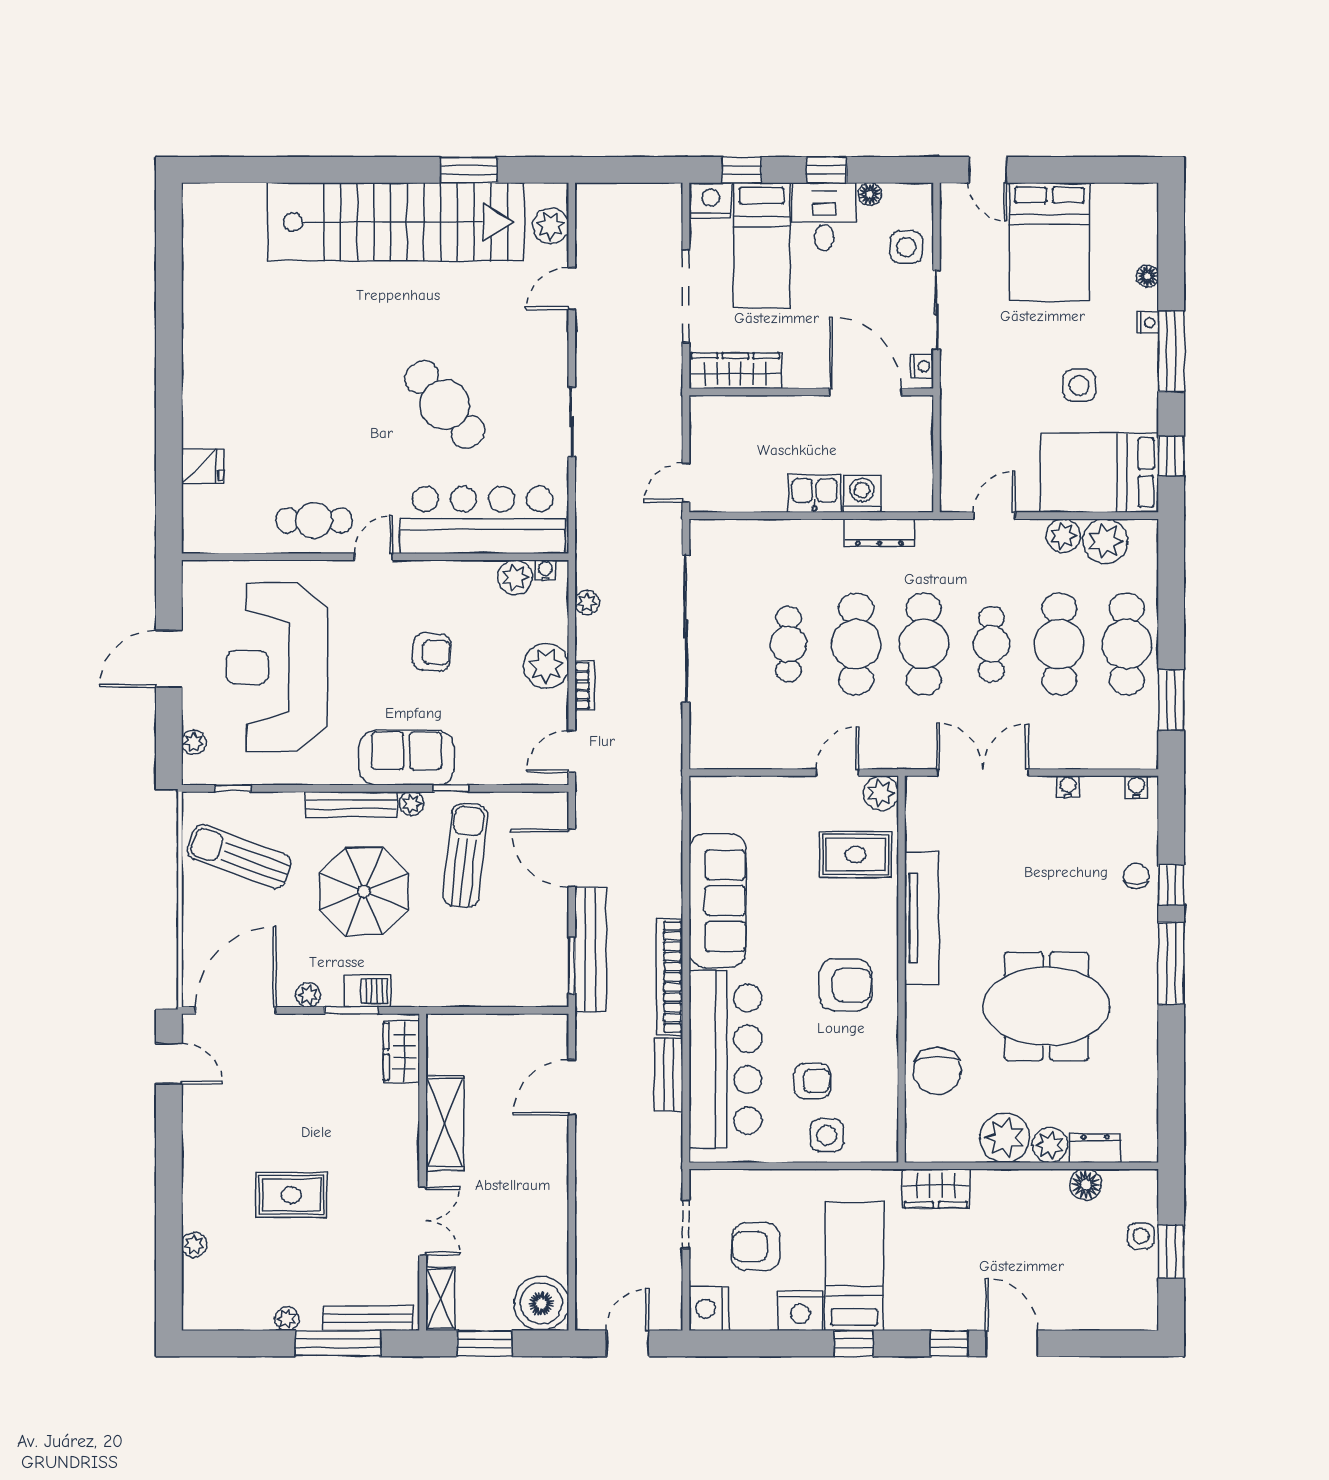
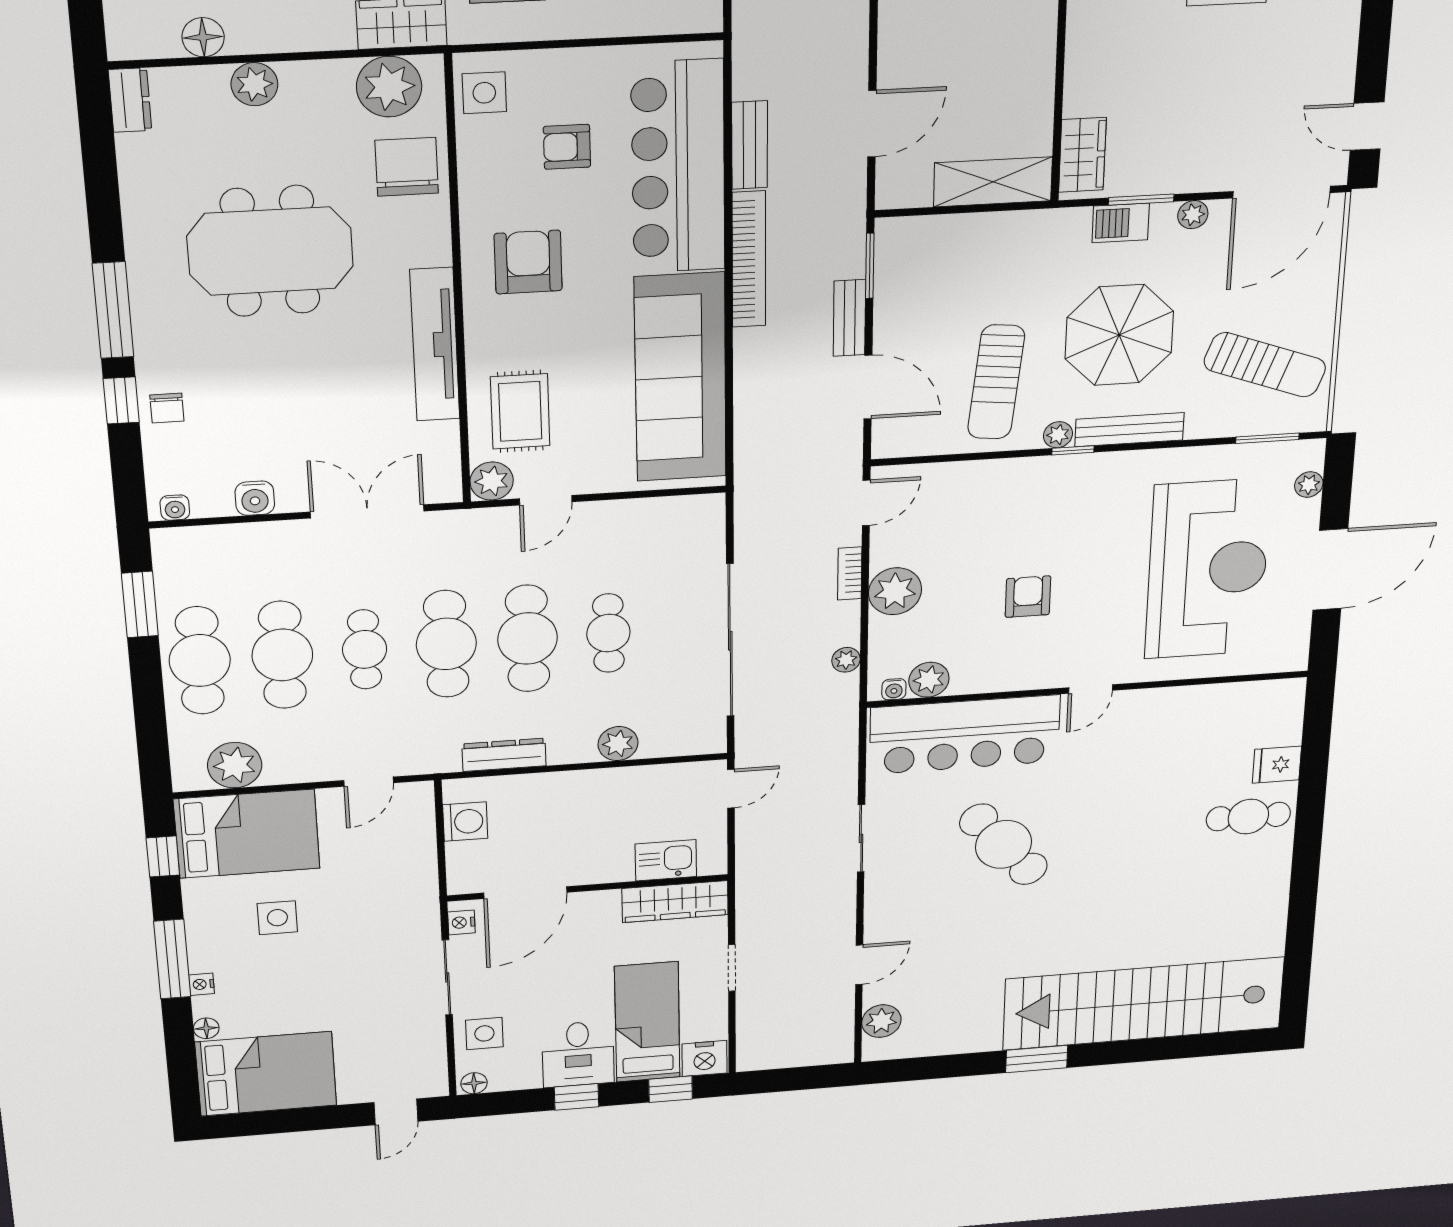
window: (469, 170) -> (1037, 1059), moved
door: (988, 170) -> (396, 1112), swing flipped
floor lamp: (870, 194) -> (474, 1083), moved
stairs: (396, 222) -> (1144, 1004), moved
bed: (1049, 242) -> (266, 1074), moved, turned 90
doorway: (686, 296) -> (732, 968), width x0.53
door: (866, 392) -> (525, 893), hinge flipped
kitchen sink: (814, 493) -> (666, 860), moved, turned 180
washing machine: (862, 494) -> (465, 822), moved, turned -90
cafe table: (314, 520) -> (1248, 817), moved
plant: (1063, 536) -> (618, 744), moved
armchair: (432, 652) -> (1028, 597), turned 87
door: (169, 659) -> (1330, 569), width x1.36
sofa: (407, 758) -> (1062, 484), removed
double door: (983, 772) -> (367, 511), swing flipped
water cooler: (1068, 787) -> (255, 498), width x1.38, depth x1.38
window: (233, 788) -> (1267, 438), width x1.50
window: (451, 788) -> (1073, 450), moved
rug: (856, 855) -> (520, 411), turned 90
sofa: (718, 901) -> (680, 378), width x1.36, depth x1.27
bench: (590, 950) -> (849, 318), width x0.54, depth x0.82
armchair: (845, 985) -> (528, 262), turned 90
shelving: (445, 1123) -> (993, 182), moved, turned 90
side table: (827, 1135) -> (484, 93), moved
plant: (1005, 1138) -> (389, 87), moved
dresser: (1095, 1148) -> (130, 100), moved, turned -90

